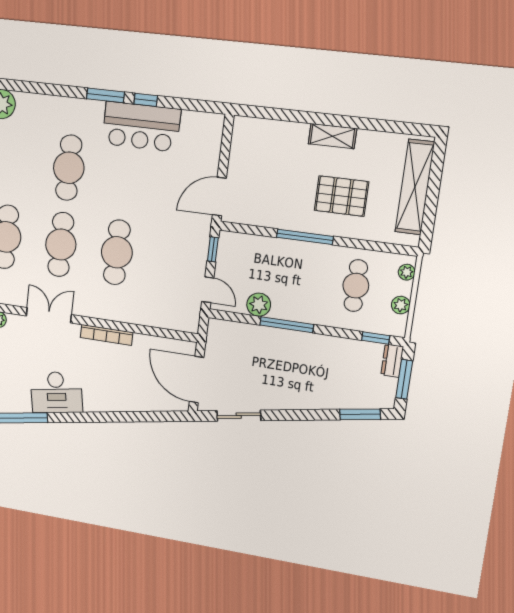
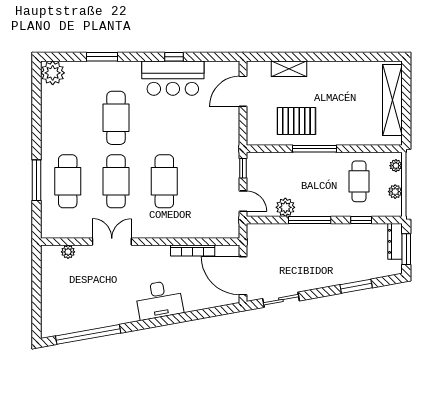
window: (105, 95) -> (102, 57), moved
shelving: (332, 136) -> (289, 69), moved
pallet: (341, 196) -> (296, 121), moved
door: (219, 197) -> (243, 91), moved
bookcase: (106, 335) -> (193, 251), moved
window: (376, 338) -> (361, 220), moved
dresser: (392, 361) -> (395, 241), width x1.44
desk: (56, 392) -> (159, 300), moved
window: (360, 414) -> (356, 286), moved

